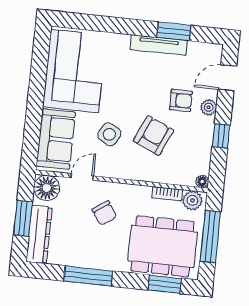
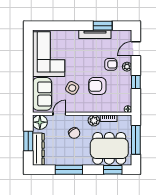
armchair: (153, 135) -> (97, 86), turned -114
plant: (192, 200) -> (94, 120), moved

